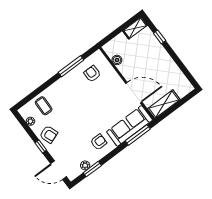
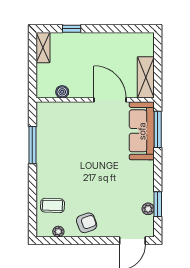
armchair: (92, 74) -> (57, 129), removed
door: (134, 93) -> (110, 100), hinge flipped
armchair: (99, 142) -> (134, 176), removed
window: (41, 146) -> (93, 241), removed

